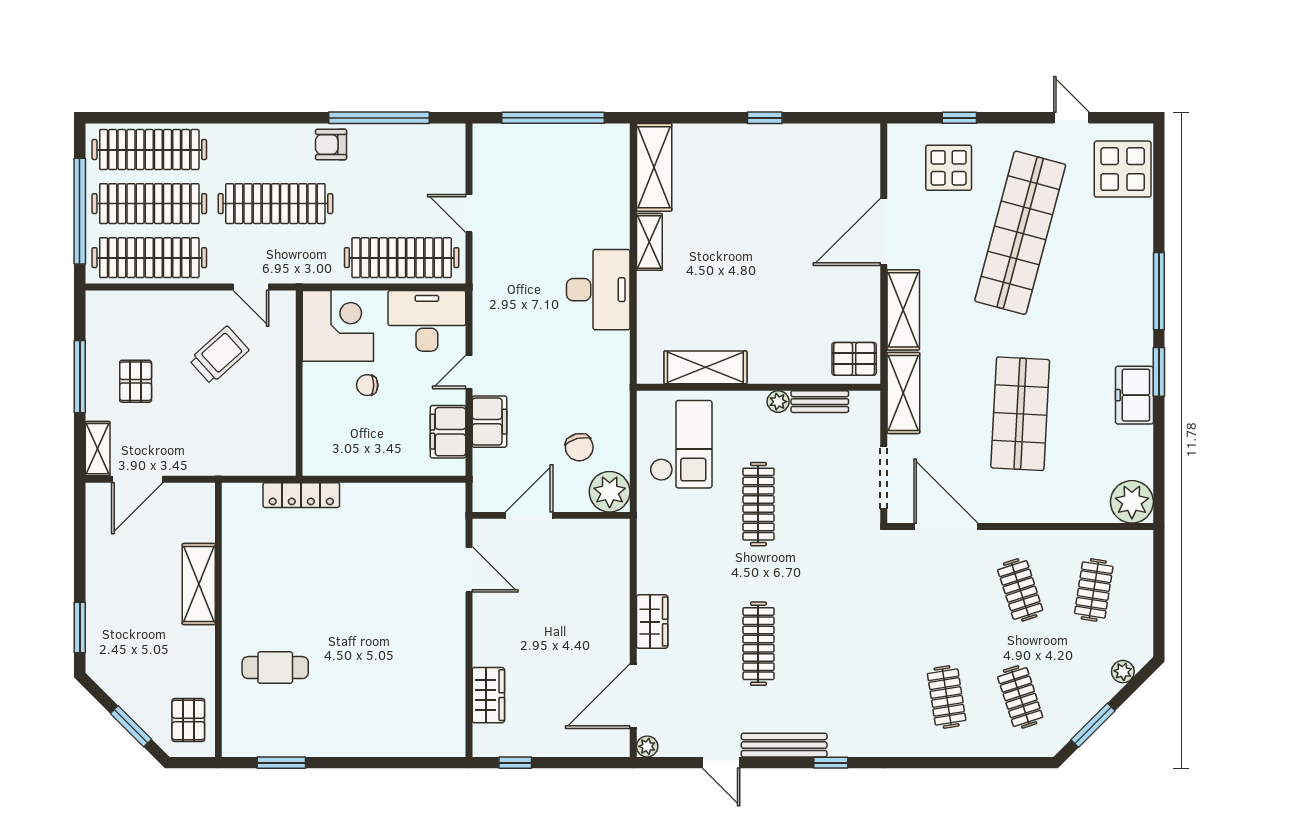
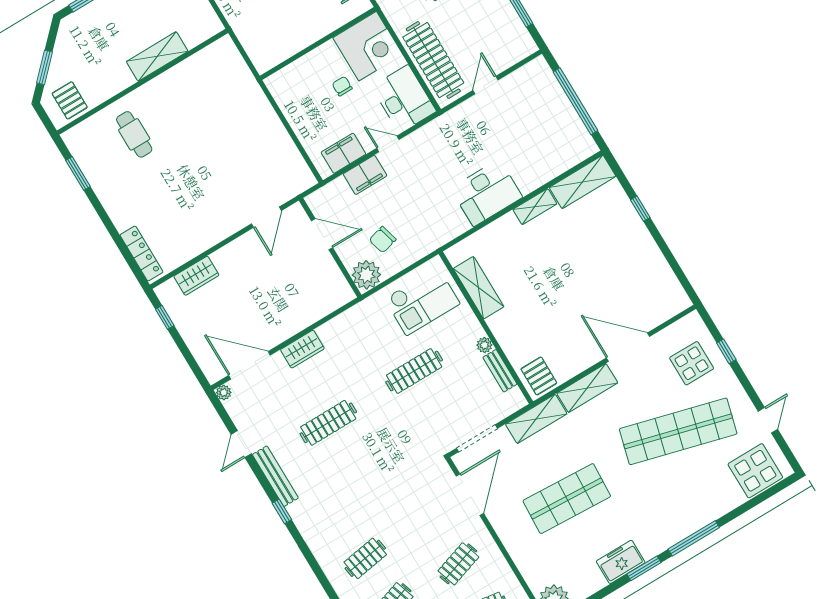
window: (765, 118) -> (640, 209), moved
locker: (301, 495) -> (141, 253), moved, turned 180
pallet: (188, 720) -> (70, 100), turned 90

